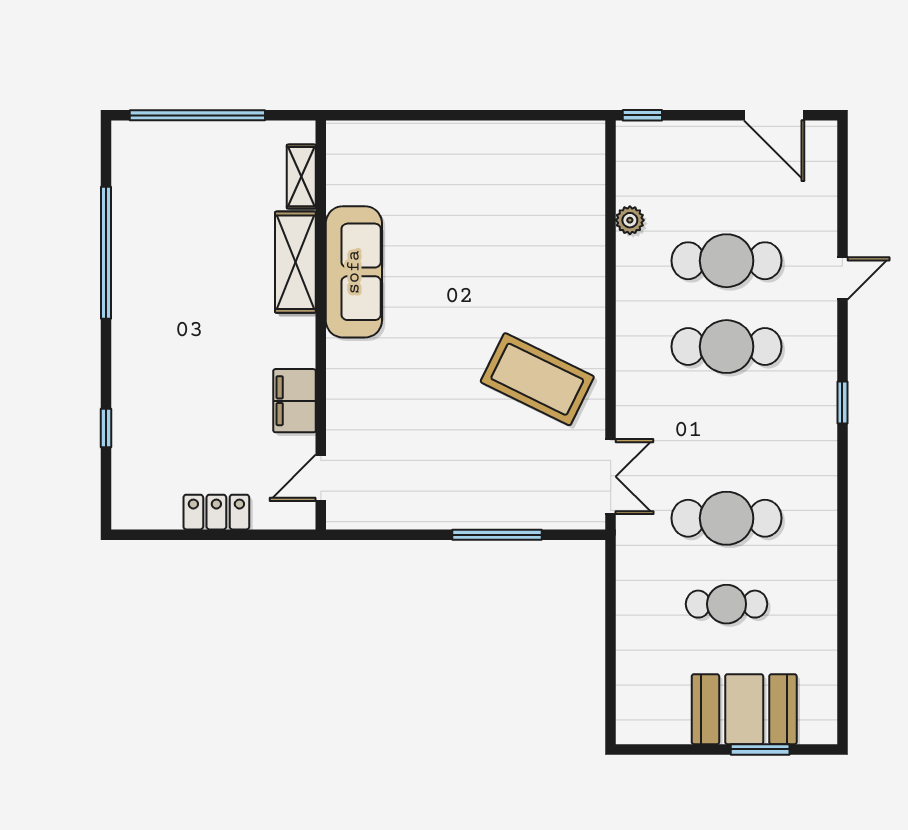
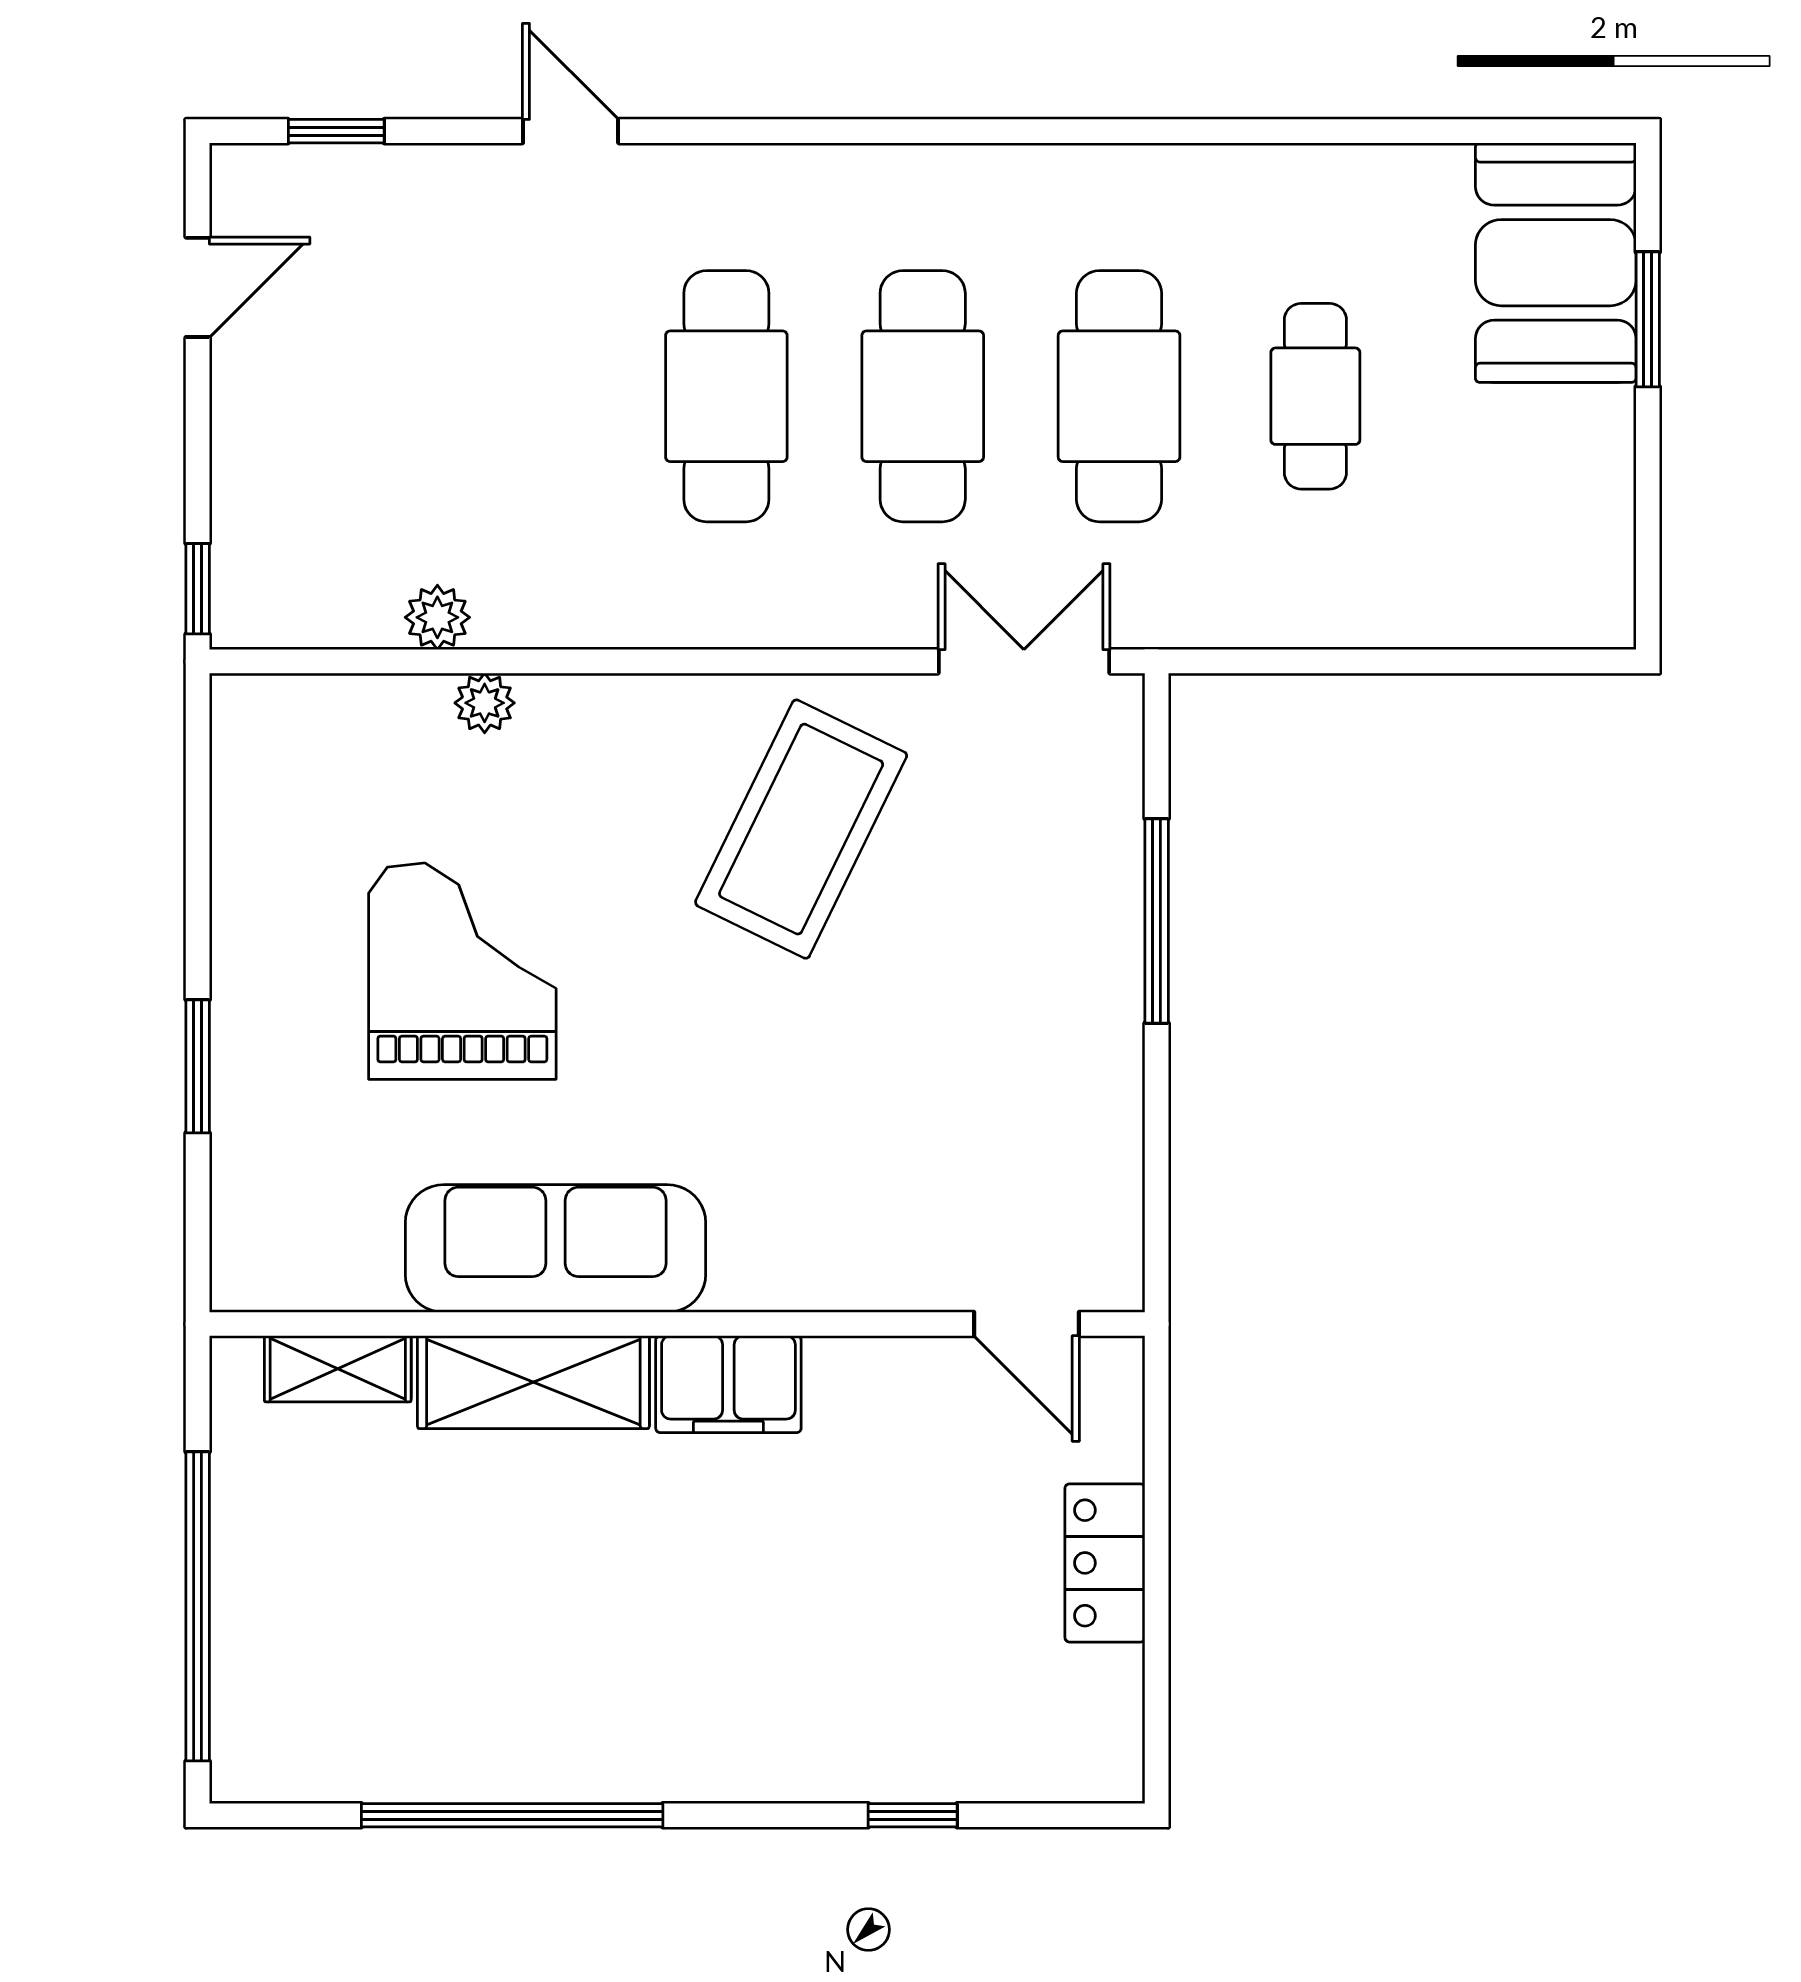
window: (434, 115) -> (198, 1066), added
door: (774, 115) -> (198, 287), width x0.73
grand piano: (475, 231) -> (462, 971), added
plant: (592, 241) -> (485, 703), added
cafe table: (727, 261) -> (923, 396), moved
filing cabinet: (295, 401) -> (728, 1384), moved
window: (842, 402) -> (336, 131), moved
booth: (744, 709) -> (1556, 263), moved

